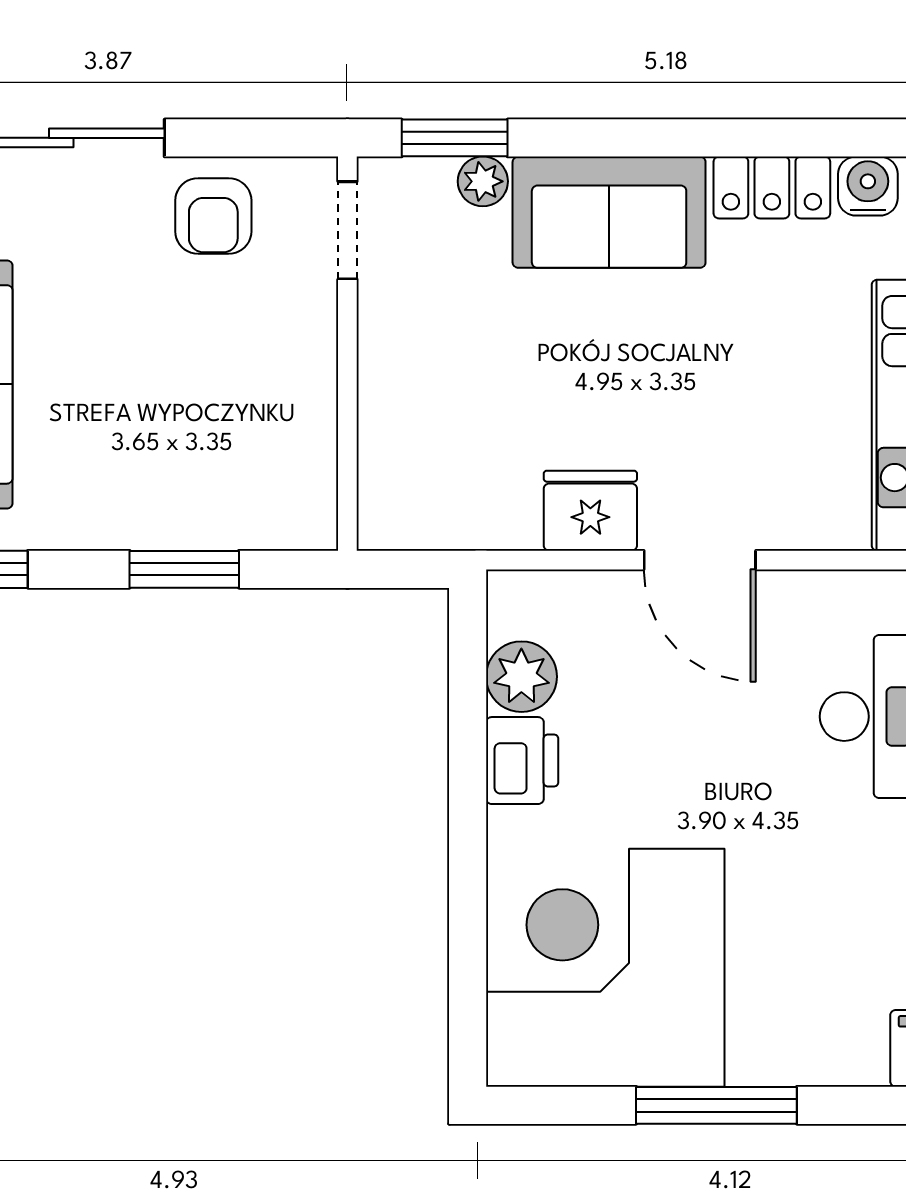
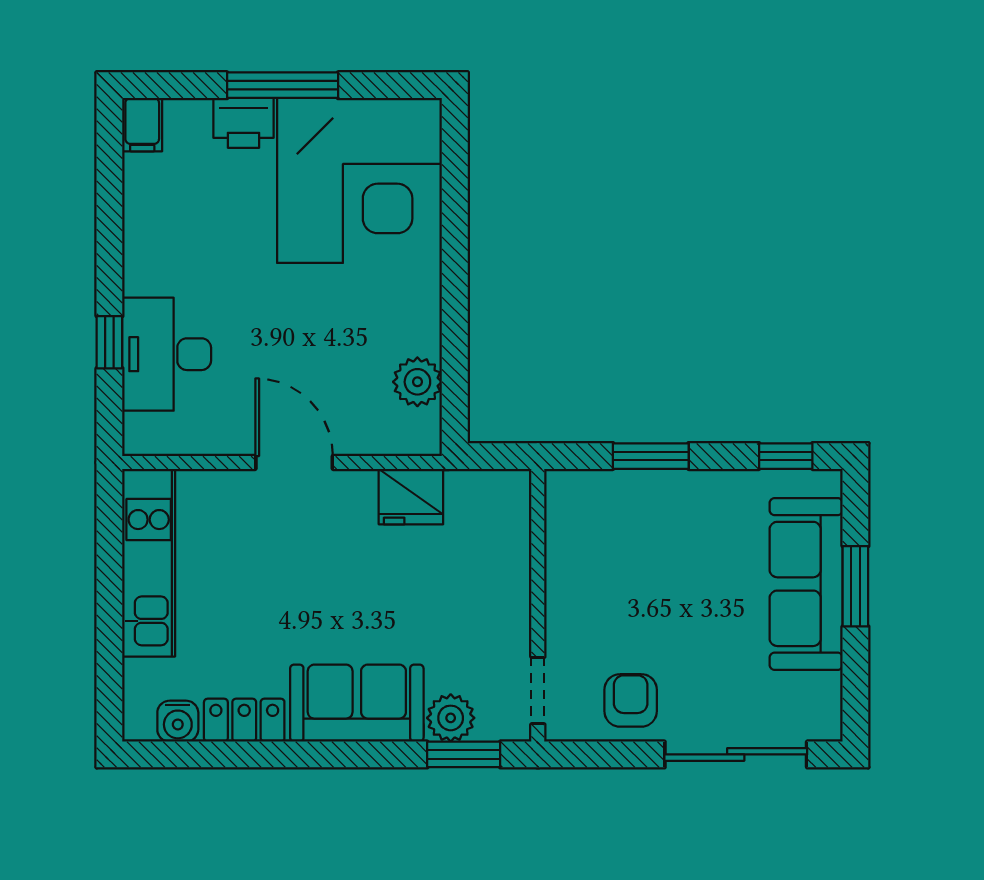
plant: (483, 181) -> (451, 718), width x1.38, depth x1.38
fridge: (590, 511) -> (411, 497), moved
printer: (522, 761) -> (243, 123), moved, turned -90

